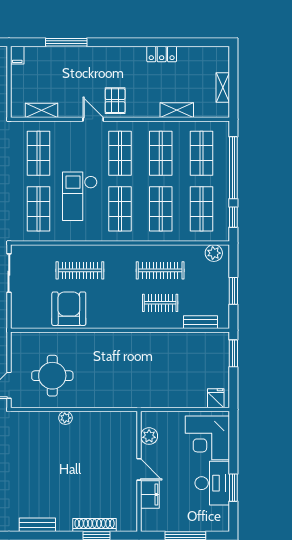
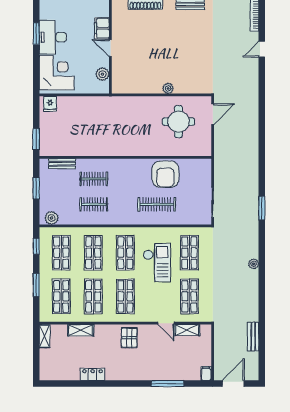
shelving: (223, 88) -> (45, 336), moved
door: (93, 119) -> (166, 323), moved
window: (233, 168) -> (36, 285), width x0.47
clothes rail: (160, 270) -> (94, 204), width x0.73

